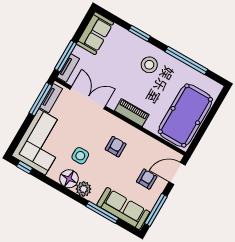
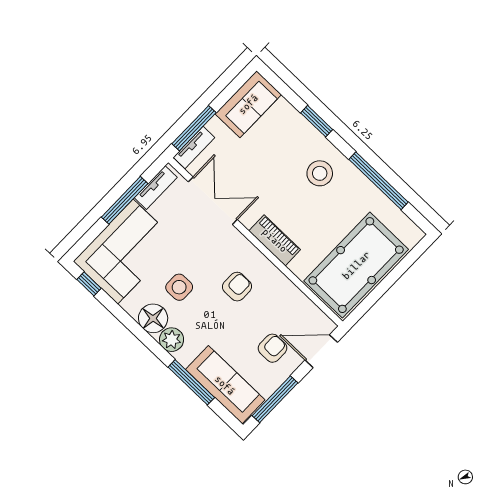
window: (40, 99) -> (125, 200), moved

